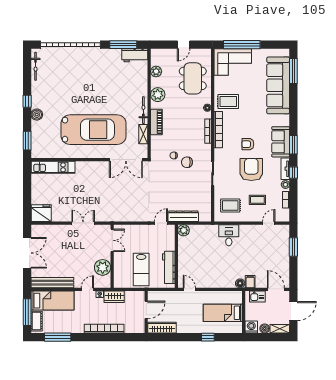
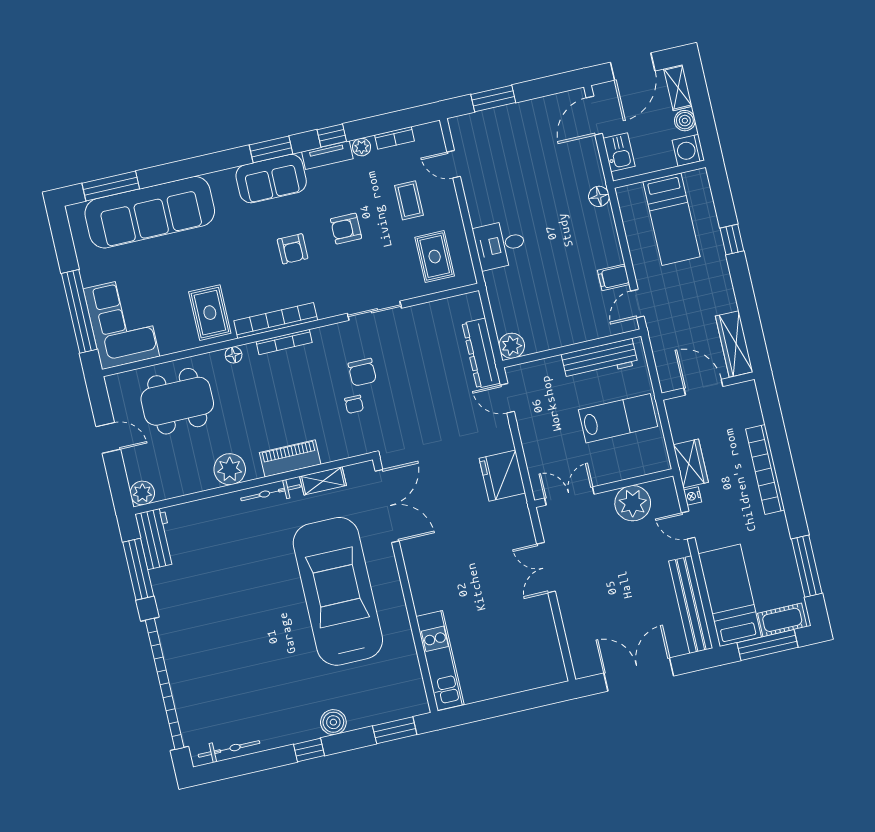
plant: (156, 71) -> (142, 493), moved
armchair: (251, 170) -> (346, 229), width x0.53, depth x0.53
fridge: (41, 213) -> (502, 476), moved
filing cabinet: (250, 282) -> (613, 277), moved
door: (293, 311) -> (633, 67), swing flipped

